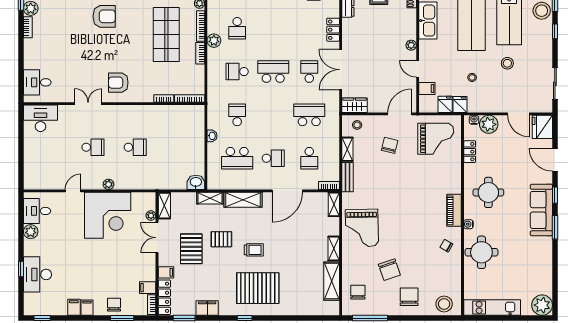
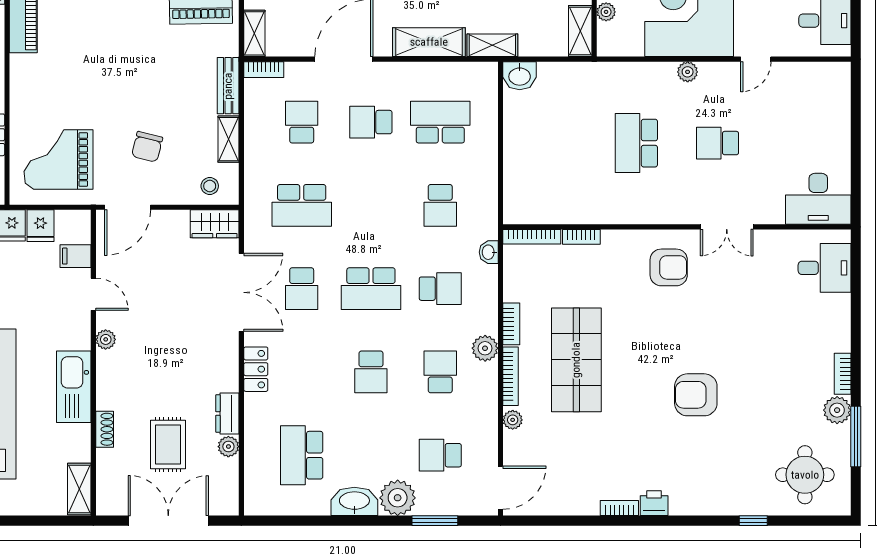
school desk: (273, 28) -> (371, 372), added
washbasin: (212, 136) -> (489, 252), moved
school desk: (135, 147) -> (636, 143), width x1.85

